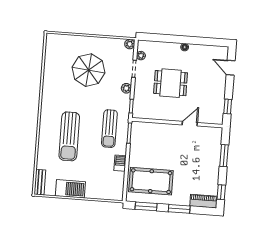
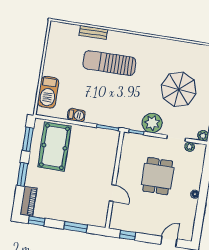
plant: (126, 88) -> (152, 123), width x1.88, depth x1.88
sun lounger: (109, 129) -> (114, 107), removed
bench: (40, 182) -> (93, 32), moved
barbecue: (70, 189) -> (48, 92), moved

